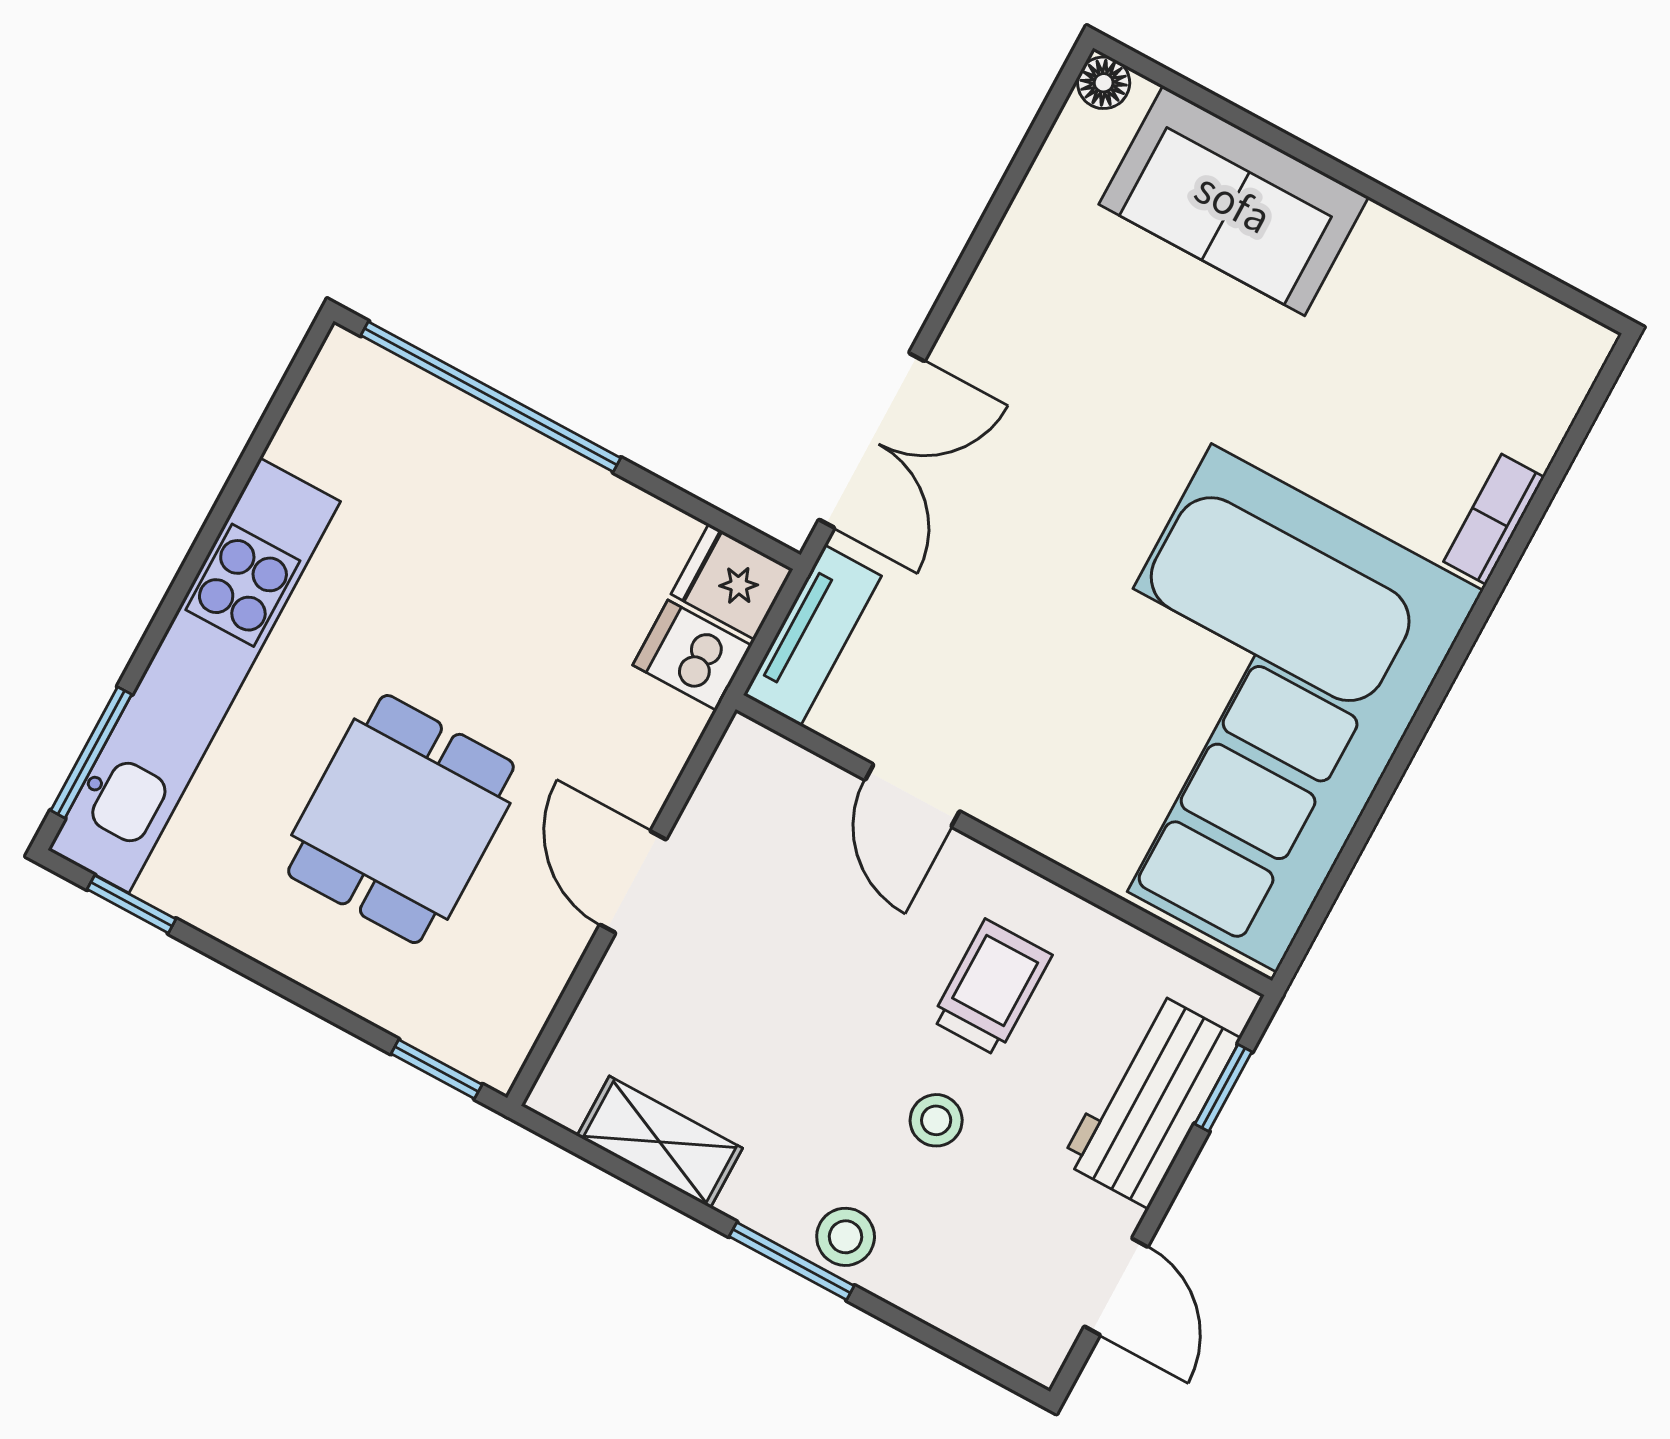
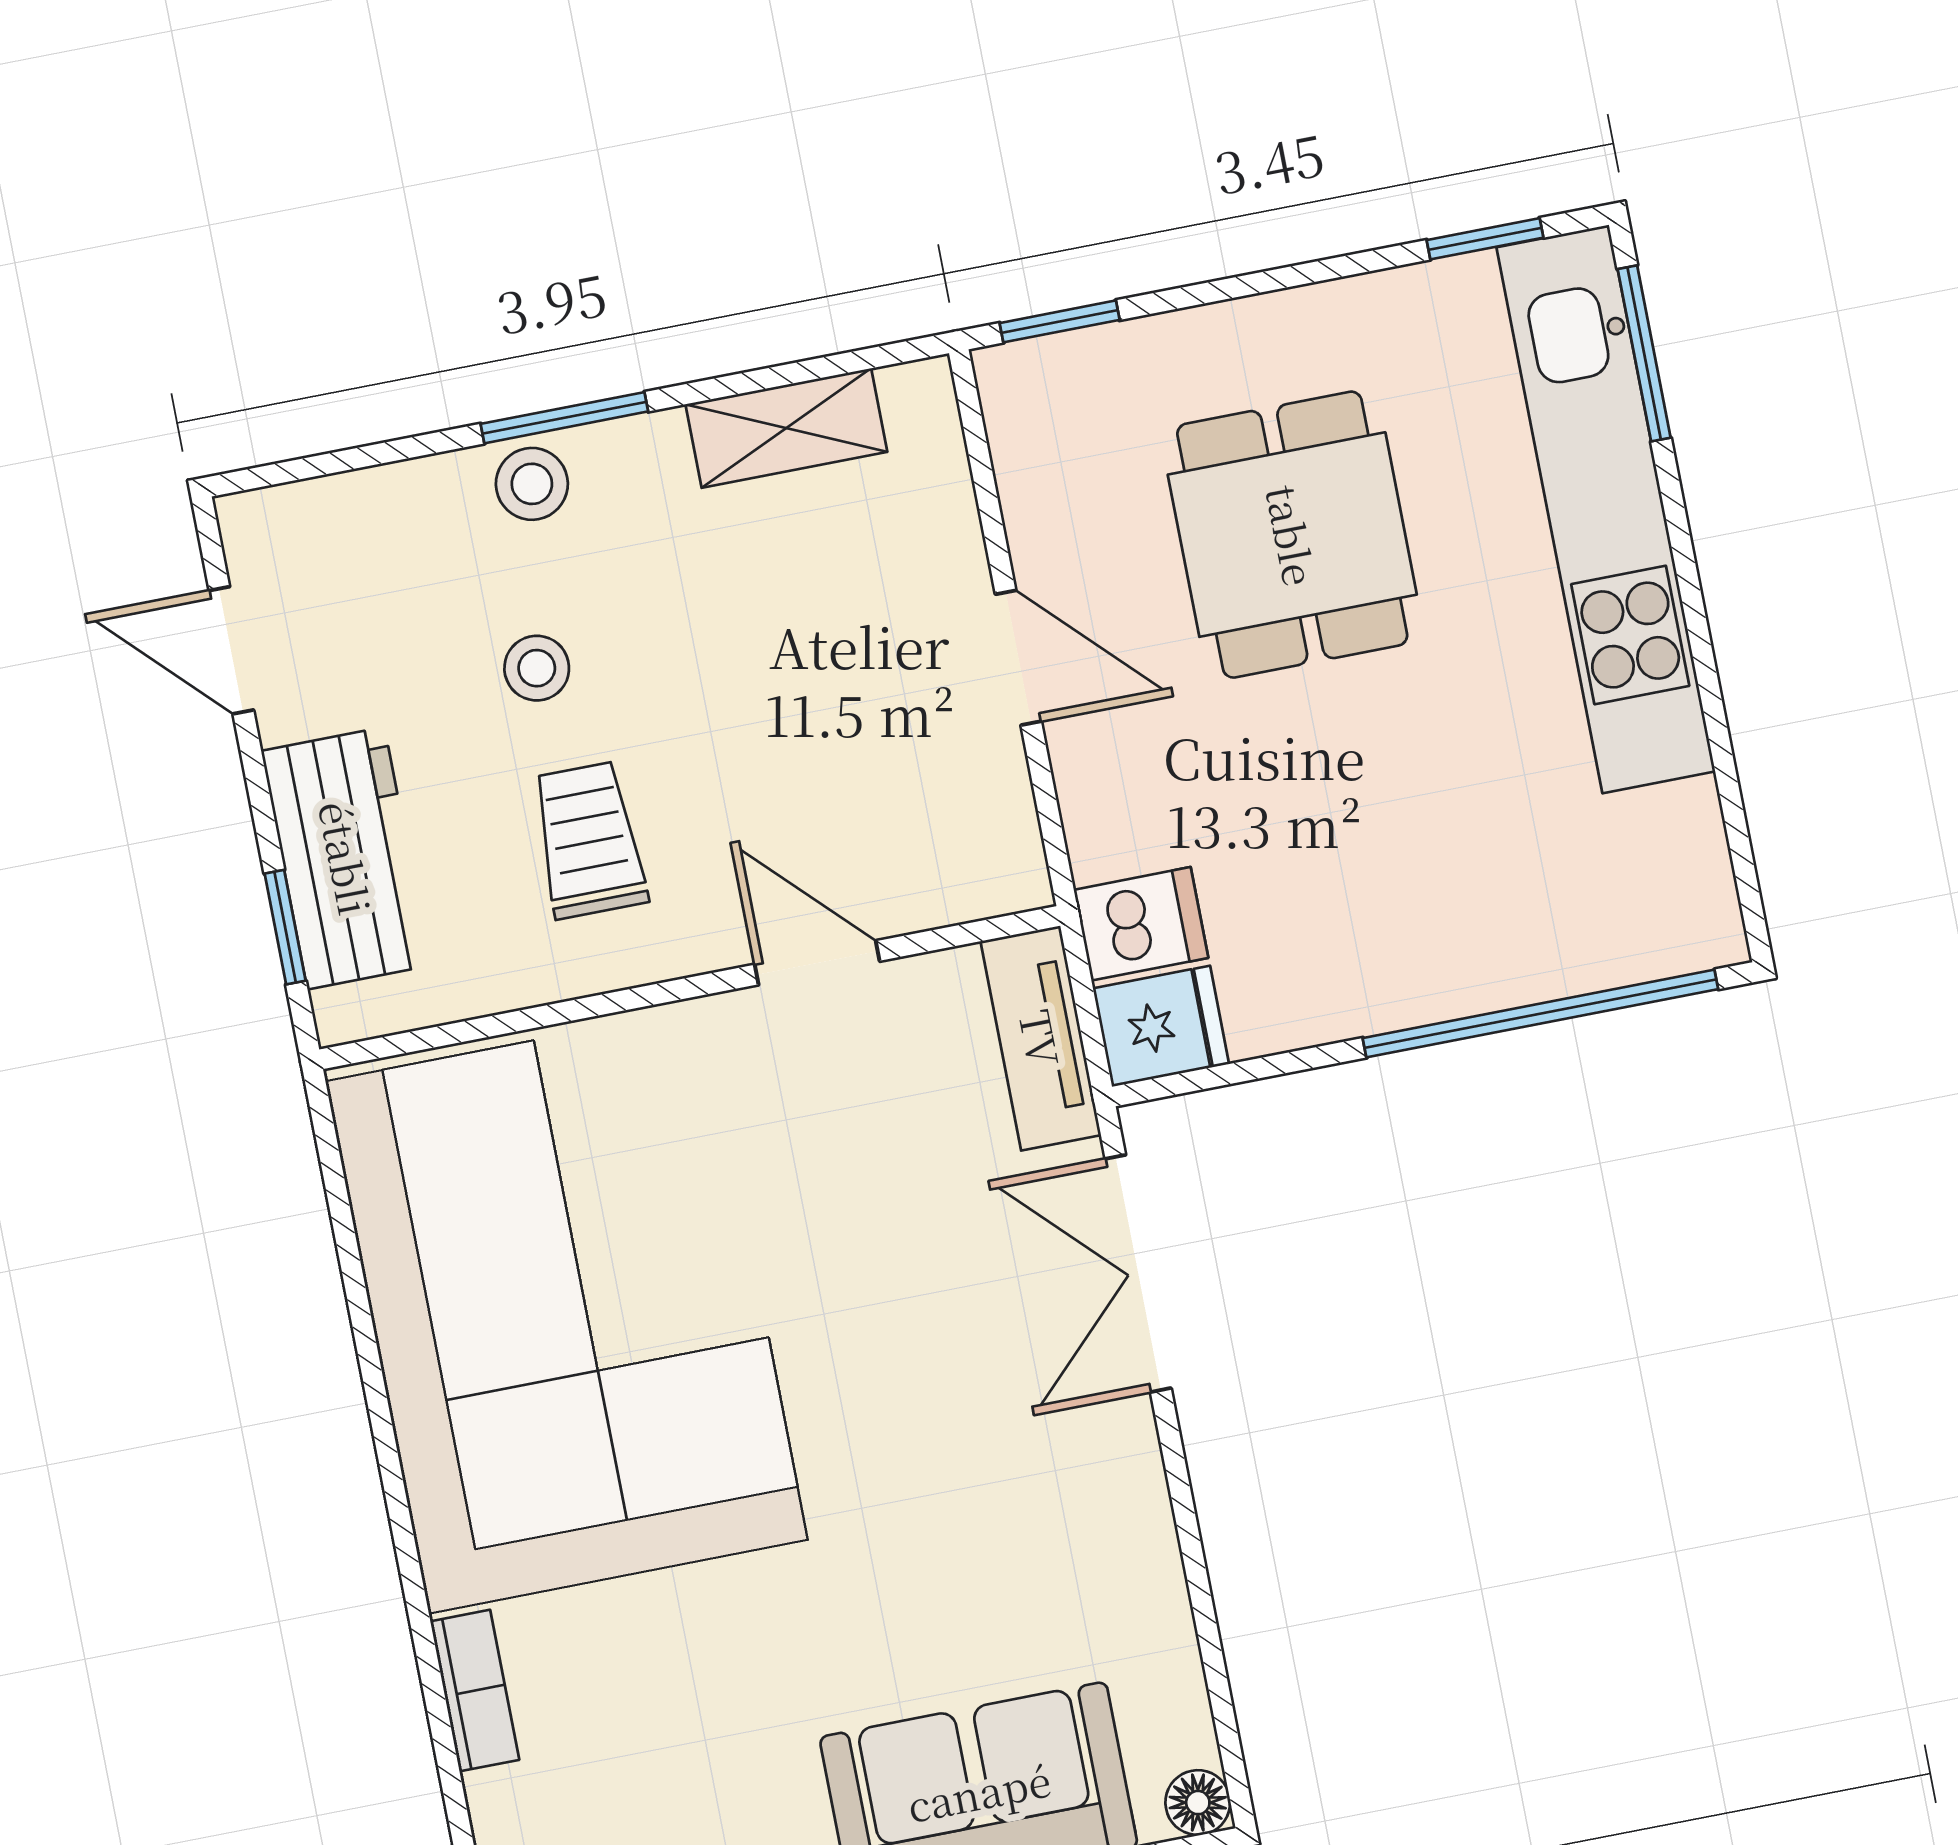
trolley: (991, 988) -> (589, 840), turned 180

